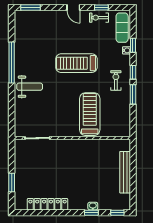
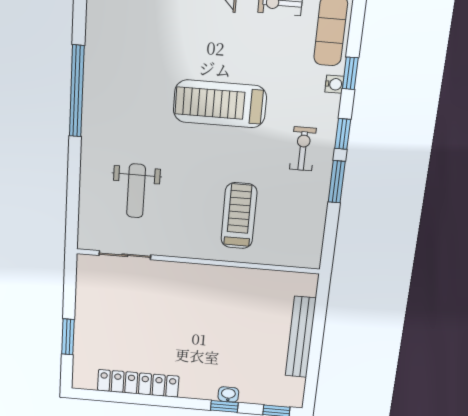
weight bench: (30, 87) -> (136, 191), moved, turned 90
treadmill: (90, 114) -> (239, 216), width x0.73, depth x0.73

